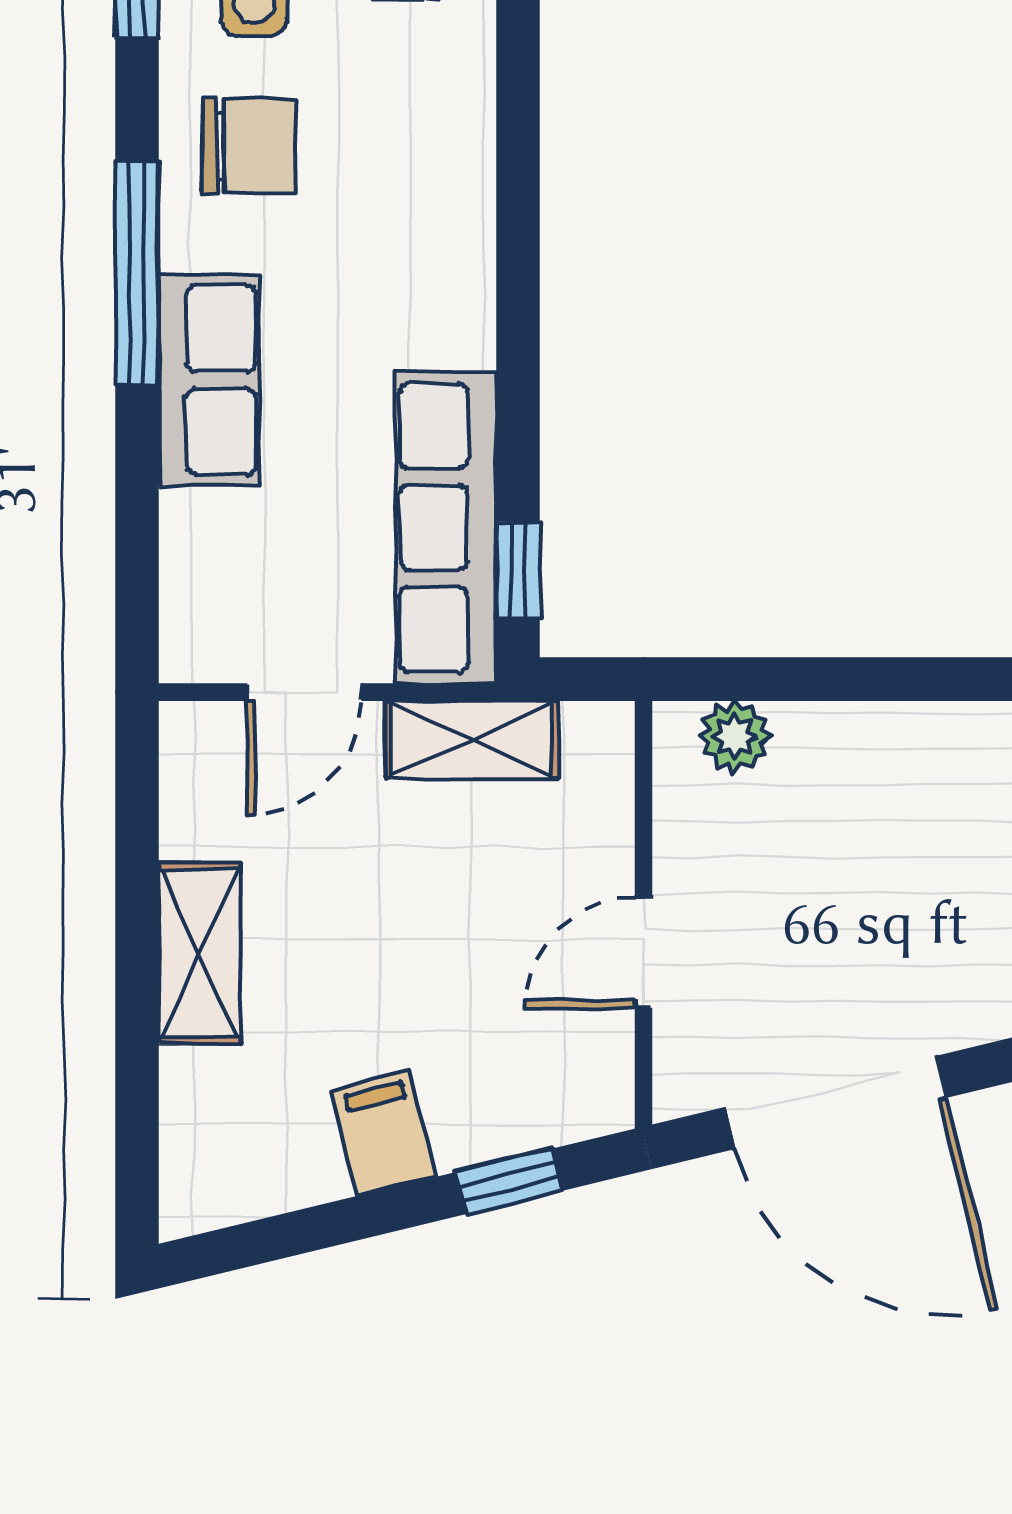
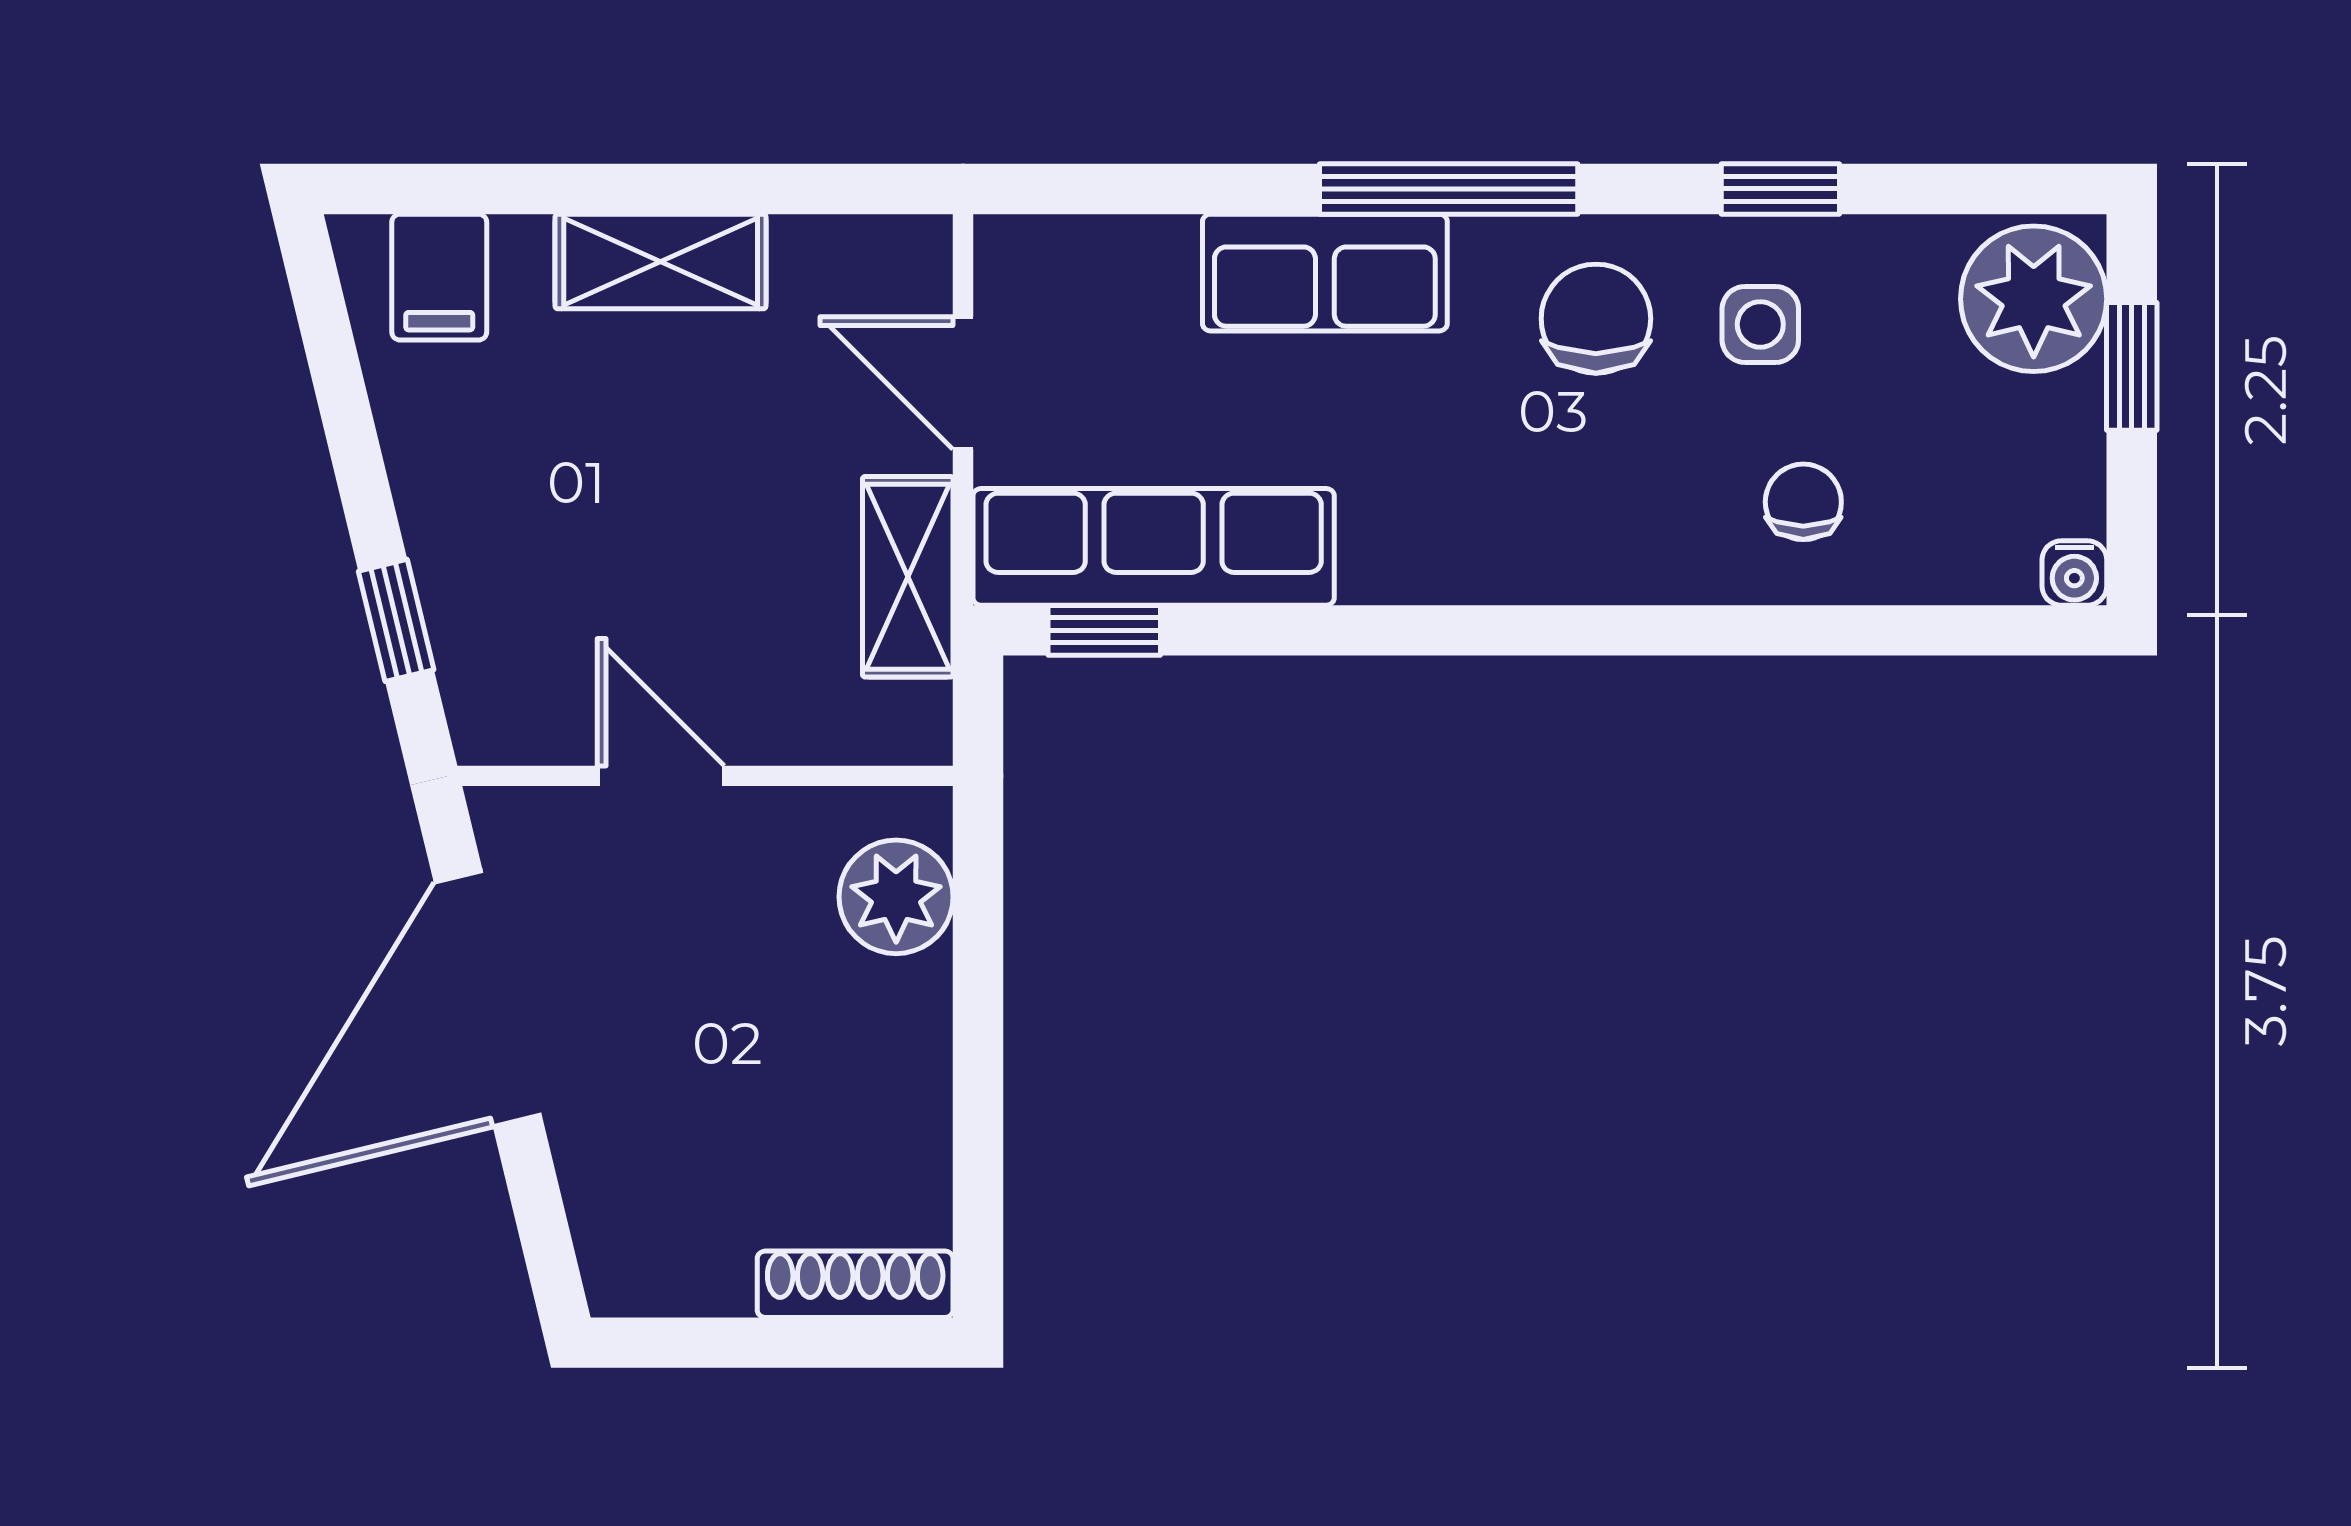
chair: (249, 146) -> (1596, 319), turned 180
plant: (735, 737) -> (896, 897), width x1.38, depth x1.38
filing cabinet: (384, 1133) -> (439, 277), moved, turned 104

